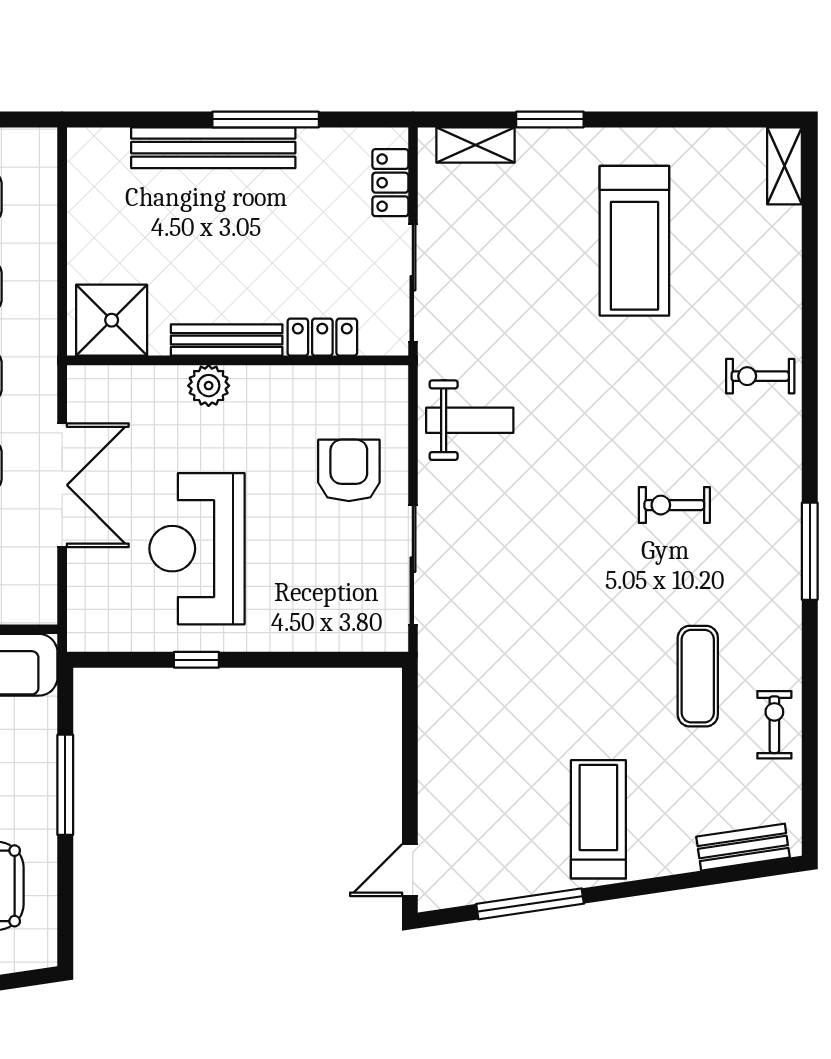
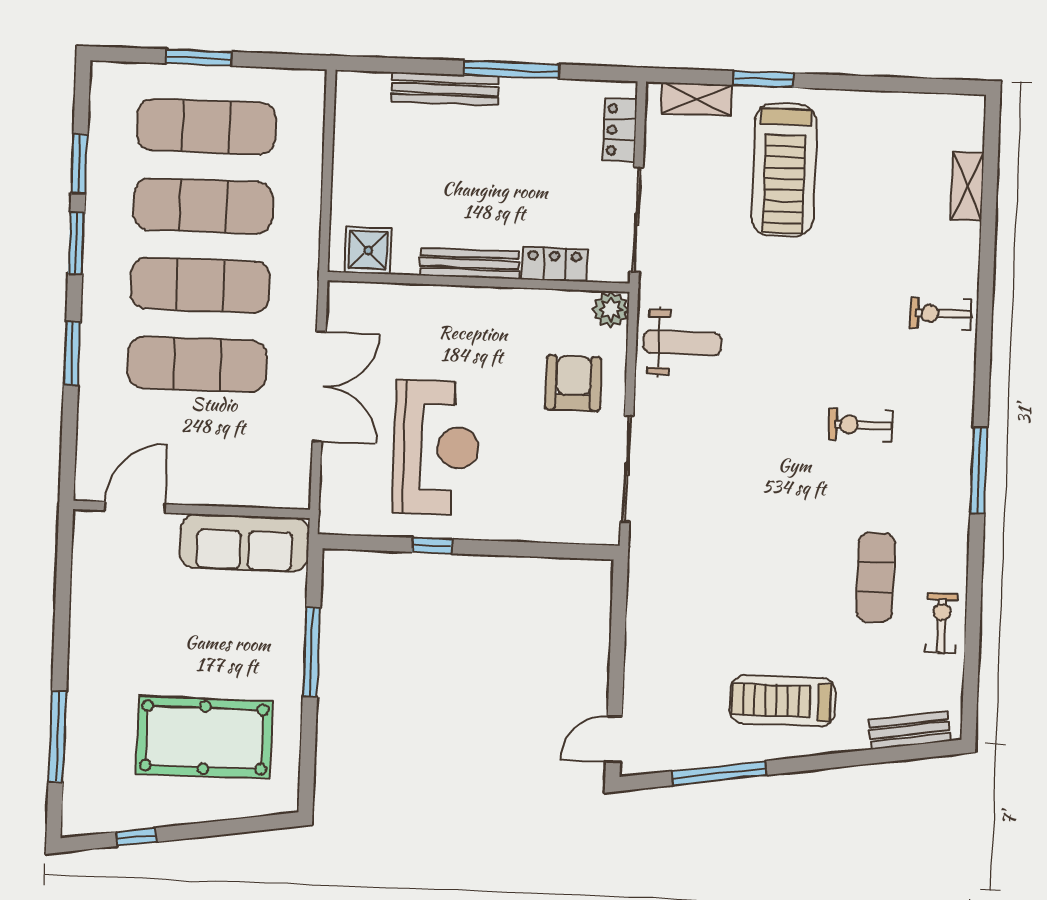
bench: (213, 148) -> (445, 89), width x0.73, depth x0.82
shelving: (785, 166) -> (967, 186), moved
treadmill: (634, 241) -> (784, 170), moved
shower: (112, 320) -> (368, 250), width x0.73, depth x0.73
plant: (209, 386) -> (611, 309), moved
reception desk: (197, 549) -> (436, 447), turned 180
treadmill: (598, 819) -> (783, 701), turned -90

